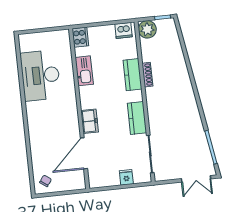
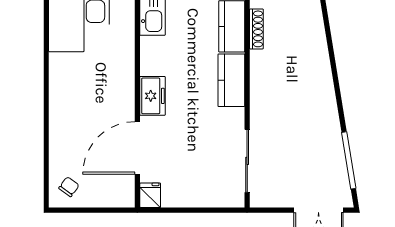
kitchen counter: (137, 118) -> (231, 80), moved
fridge: (126, 177) -> (150, 195), moved

